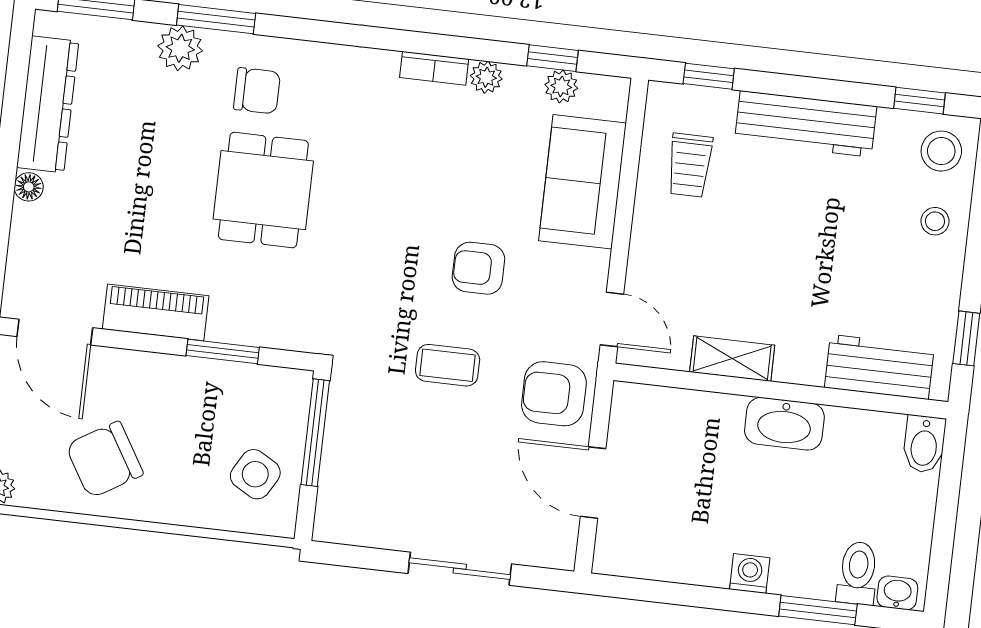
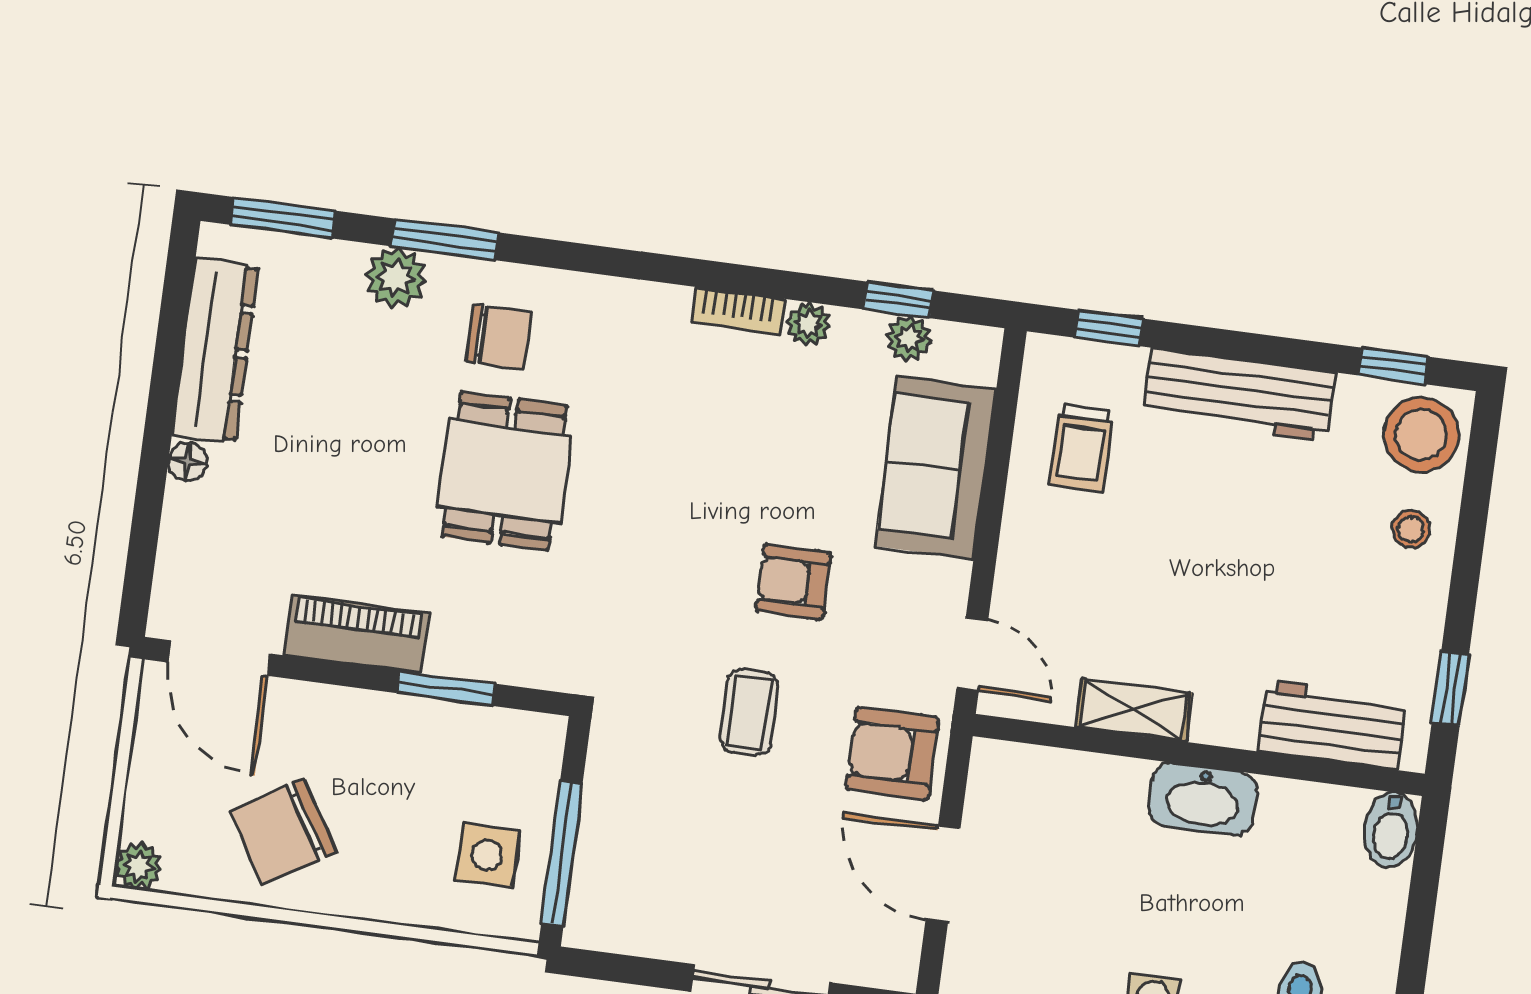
stool: (941, 151) -> (1421, 435), width x1.38, depth x1.38
coffee table: (448, 365) -> (749, 712), turned 90
window: (315, 433) -> (562, 854), moved
side table: (255, 474) -> (487, 855), turned -30

